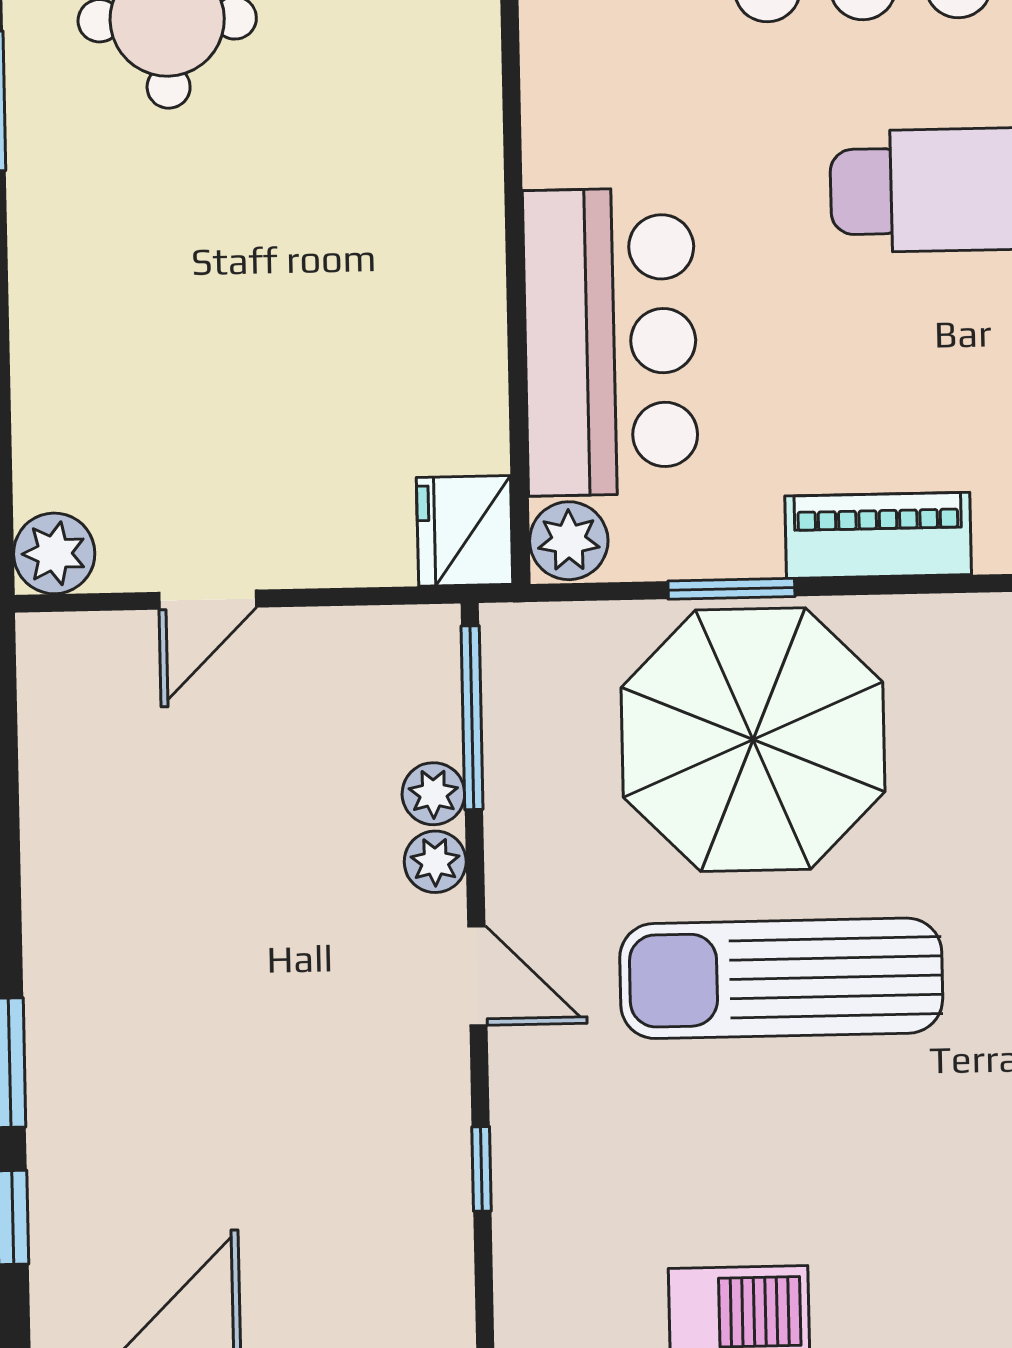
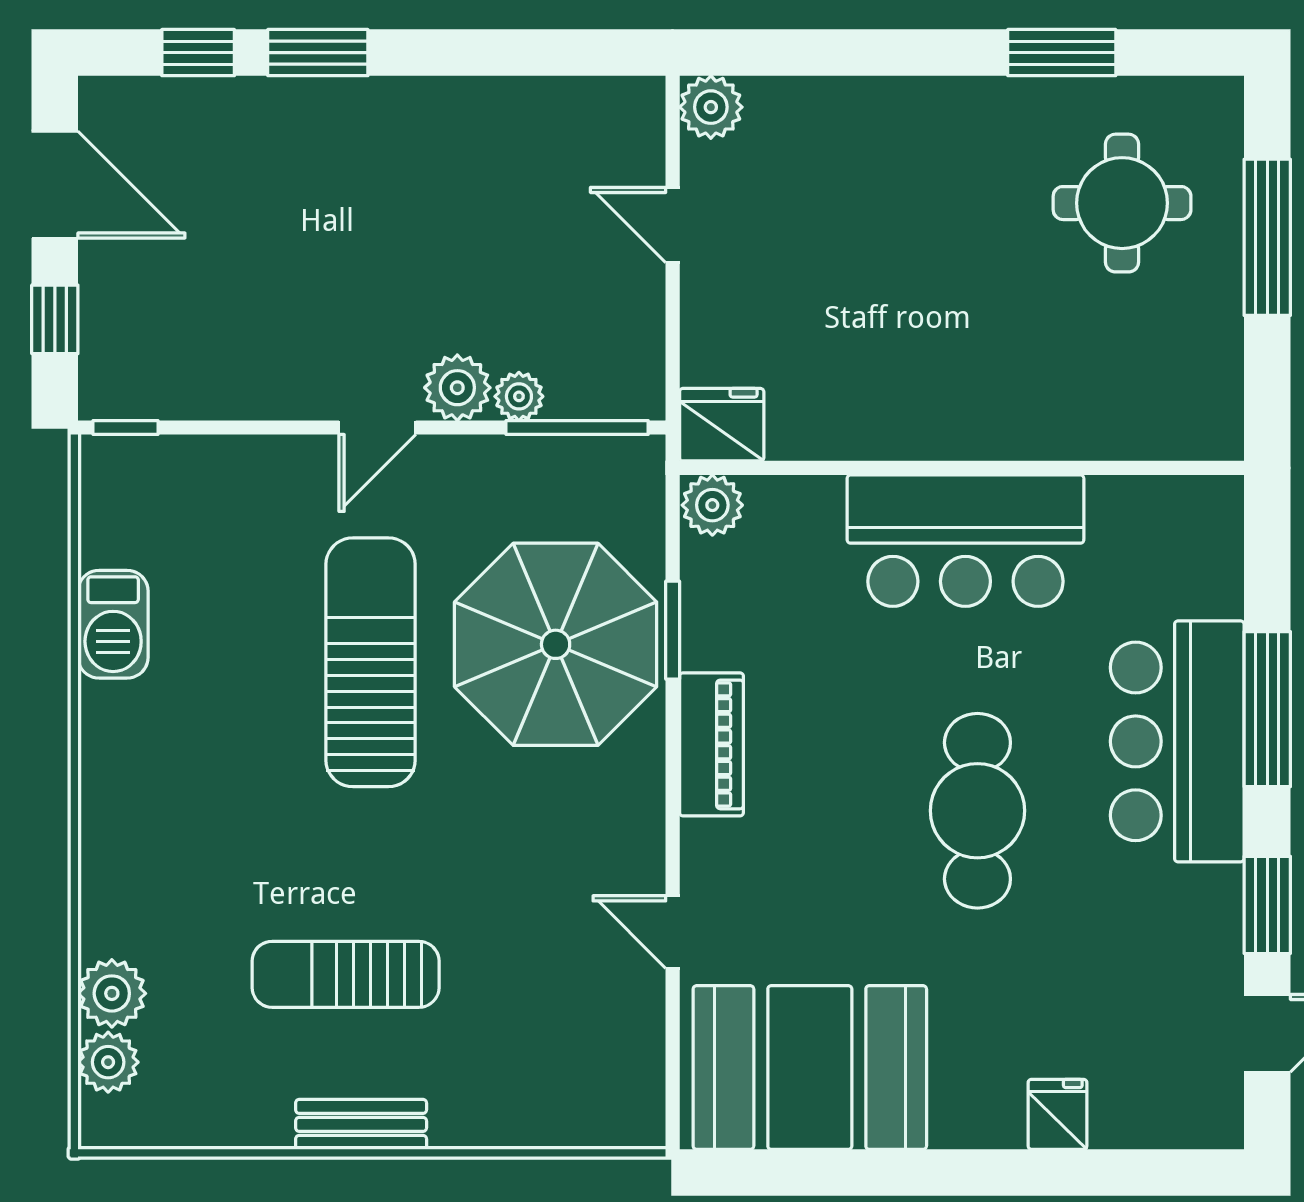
bar counter: (611, 342) -> (965, 541), moved
plant: (435, 862) -> (457, 388), width x1.38, depth x1.38
window: (481, 1169) -> (126, 427), moved

